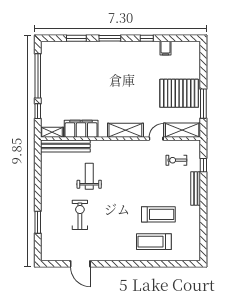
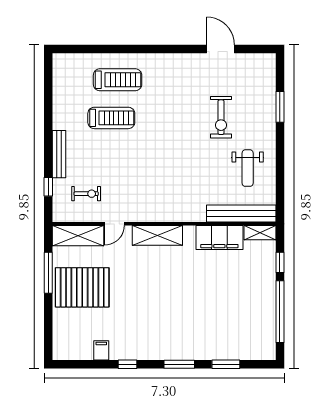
weight bench: (89, 176) -> (248, 168), moved
treadmill: (158, 214) -> (111, 118), turned 180

